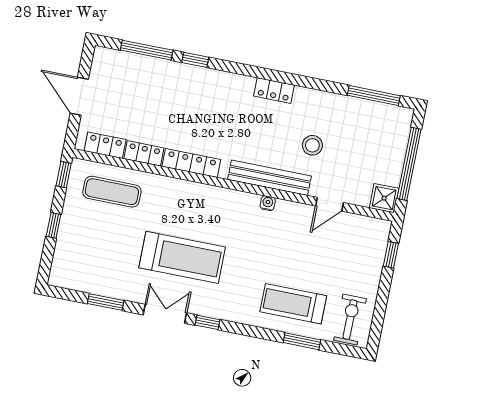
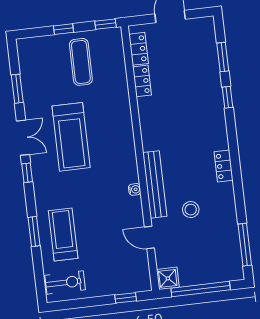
window: (147, 50) -> (223, 57), width x0.69
locker: (191, 163) -> (147, 120), removed
exercise mat: (112, 192) -> (81, 62), moved
window: (302, 341) -> (34, 232), moved

